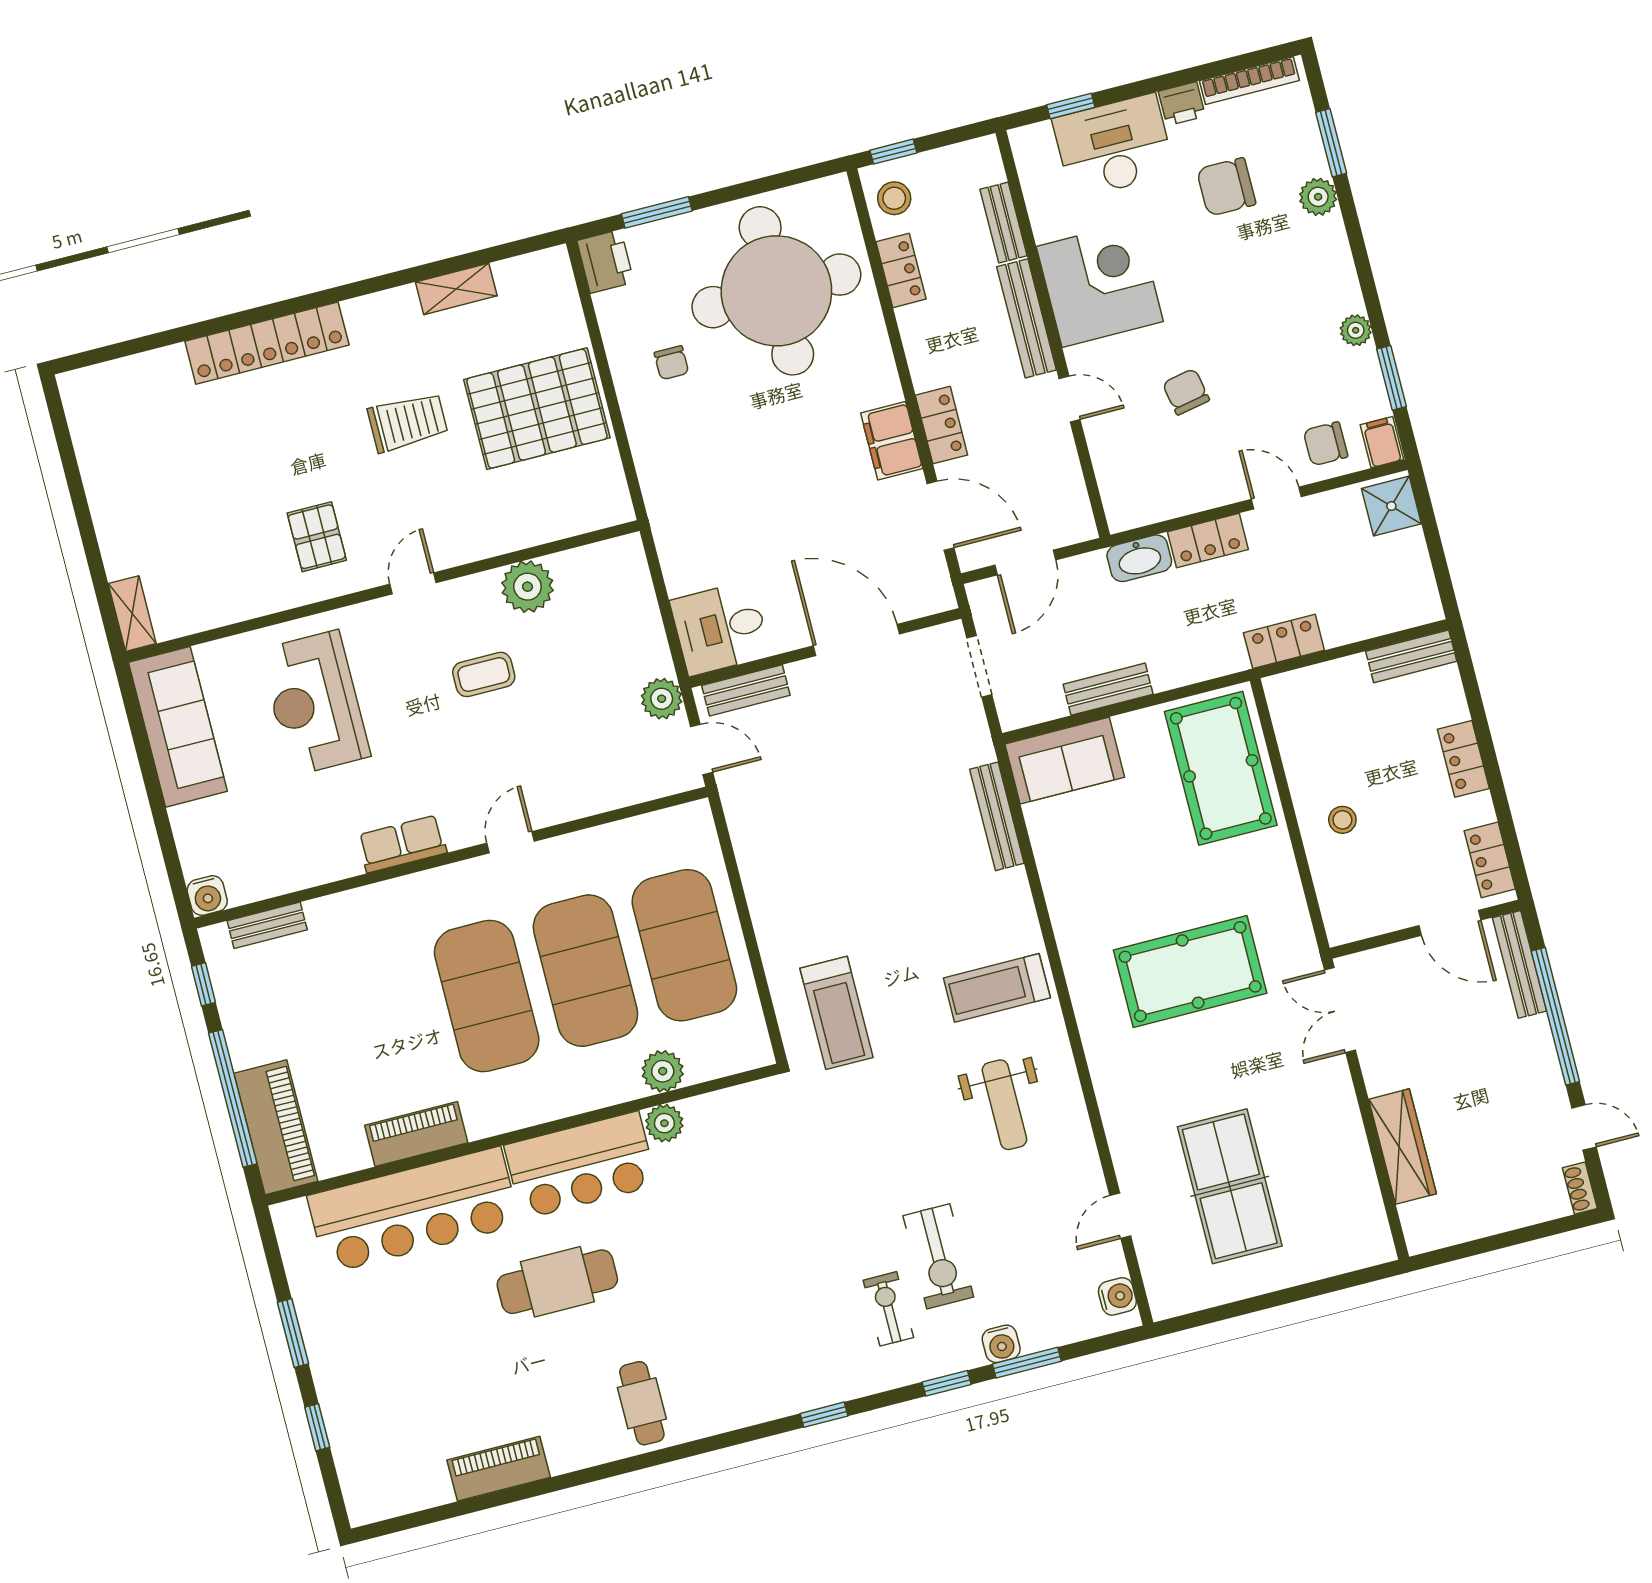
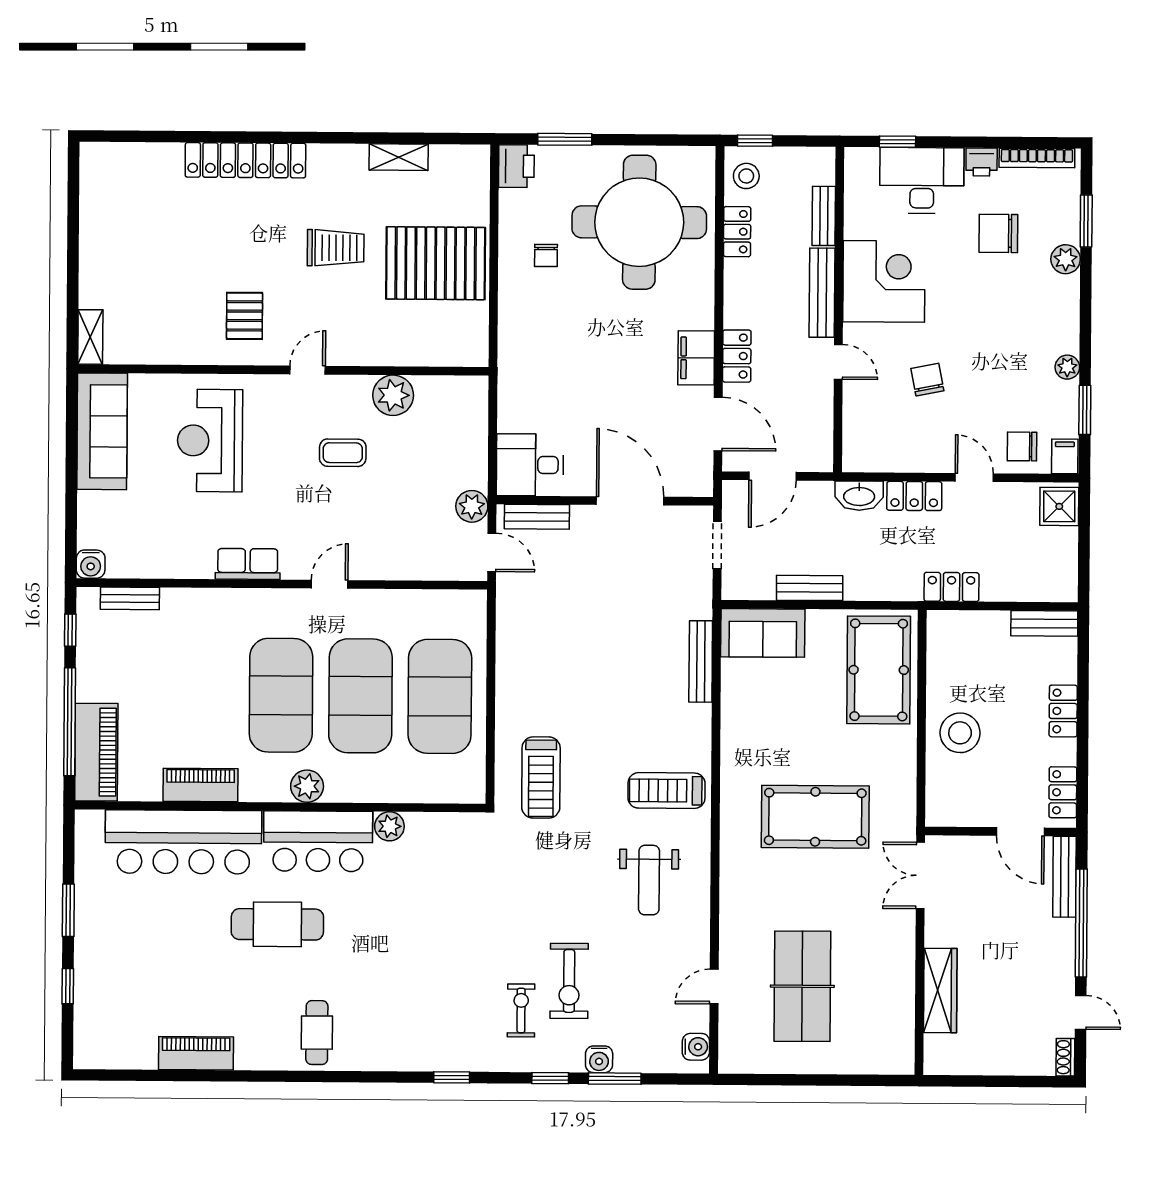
stool: (1342, 820) -> (960, 733), width x1.89, depth x1.89
plant: (663, 1071) -> (307, 786), moved

